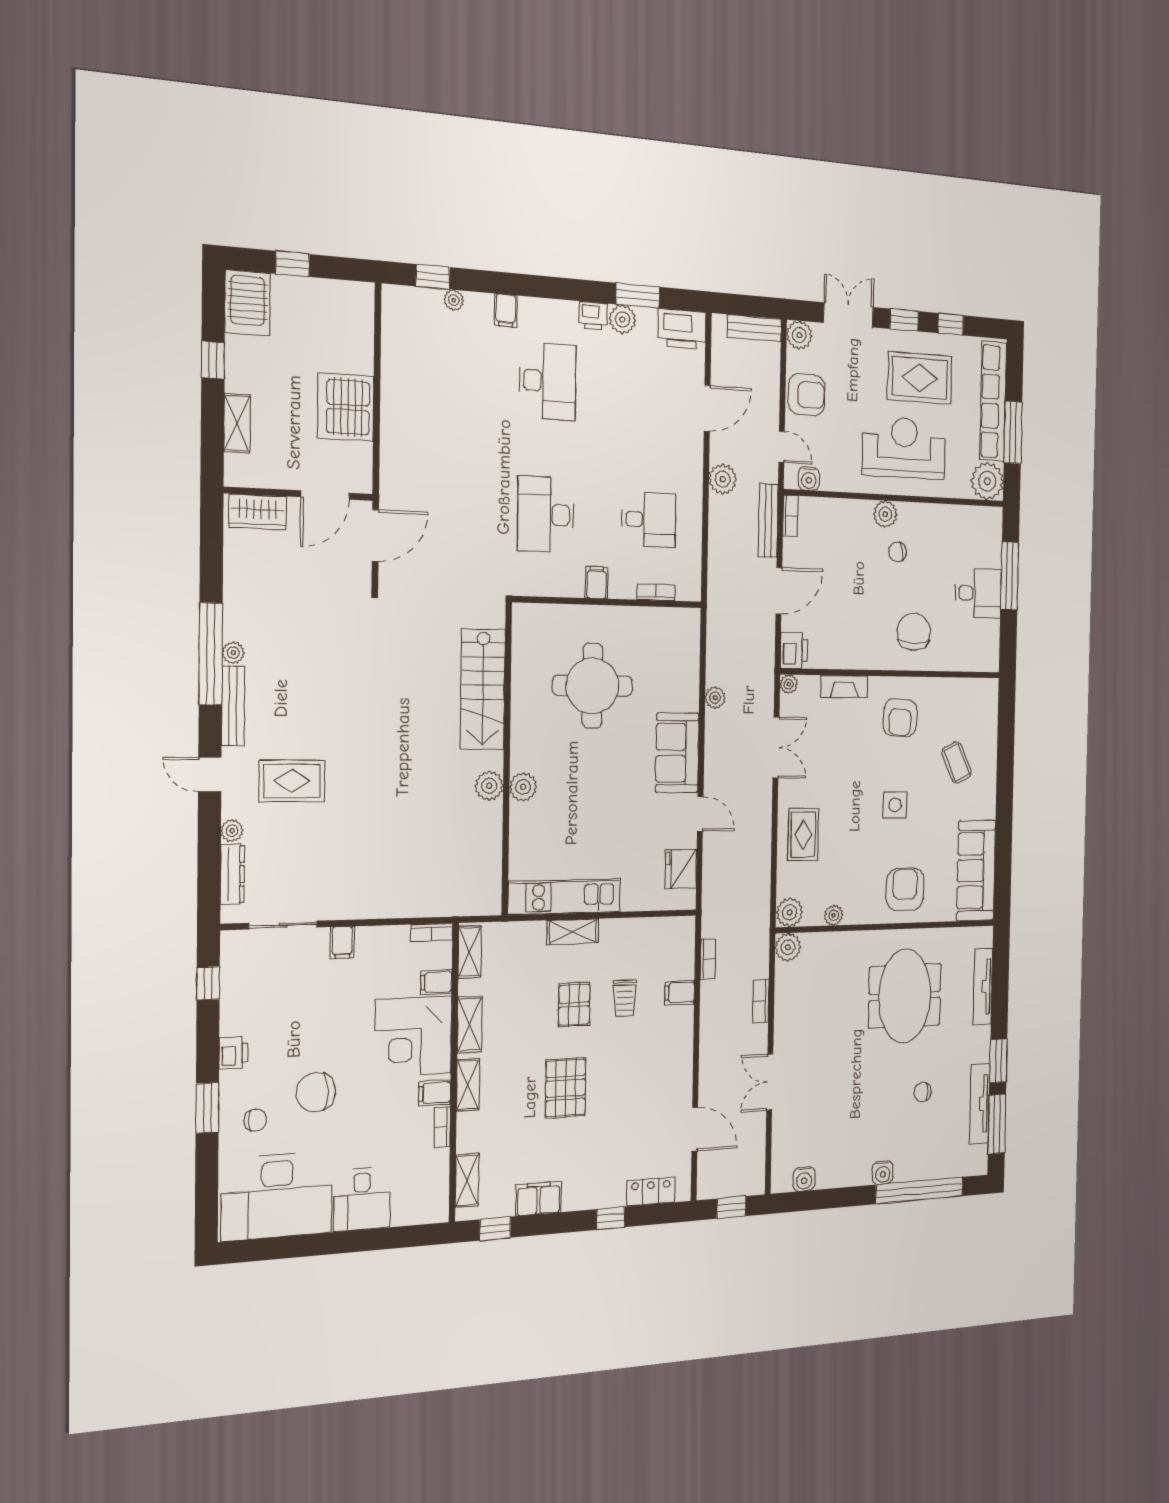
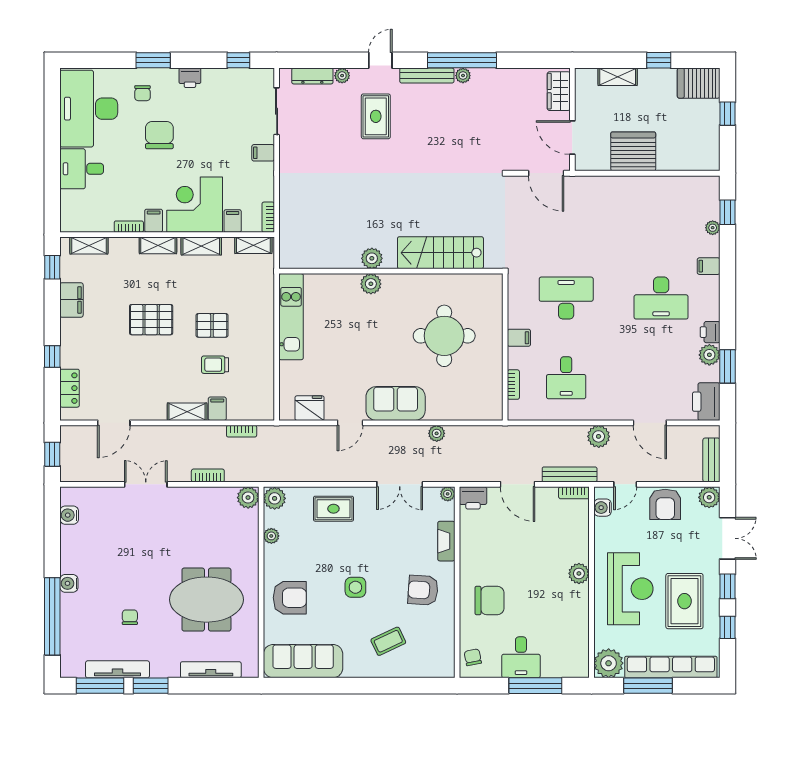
chair: (898, 552) -> (473, 657), moved
shelving: (573, 932) -> (187, 412), moved, turned 90

